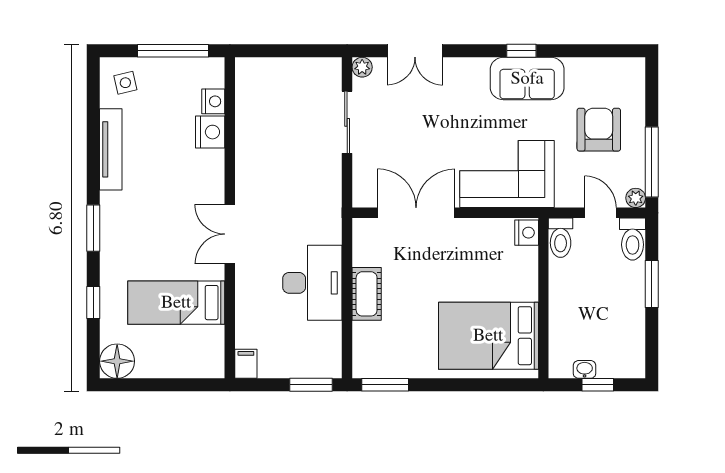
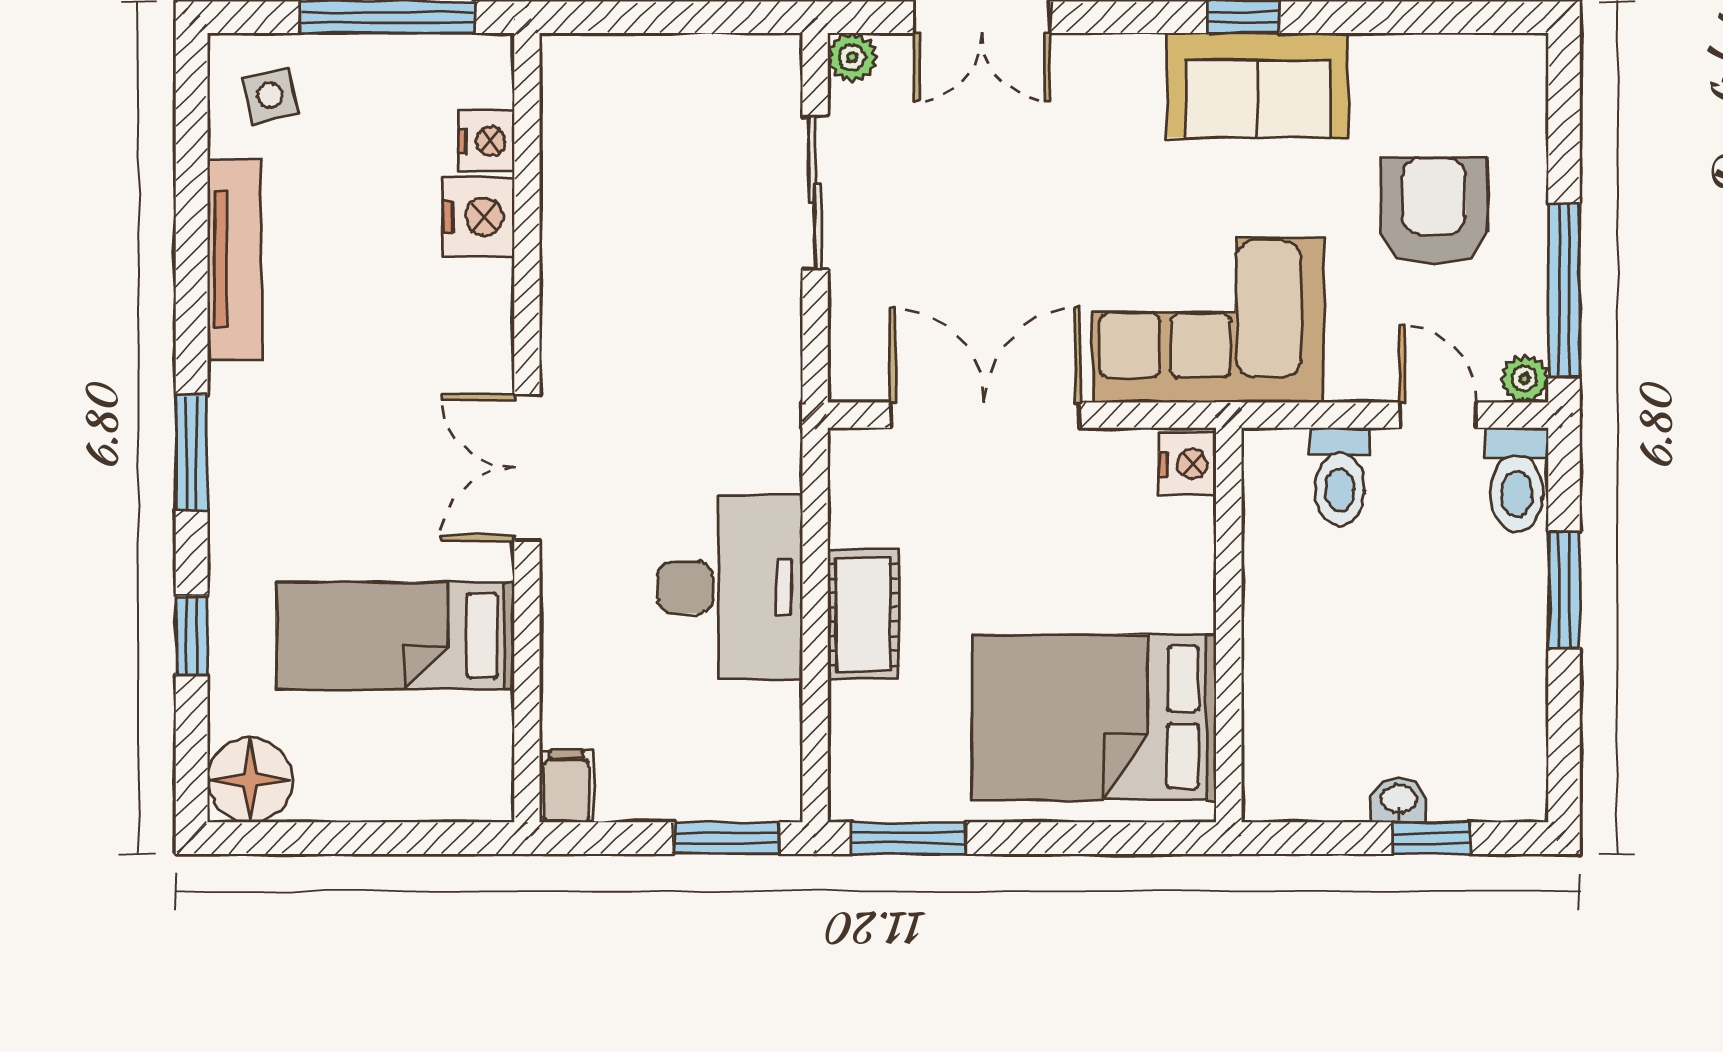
nightstand: (527, 233) -> (1188, 464), moved
wall: (543, 298) -> (1229, 625), moved
bed: (488, 336) -> (1094, 717), moved

